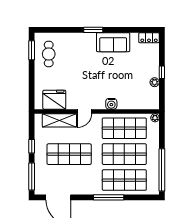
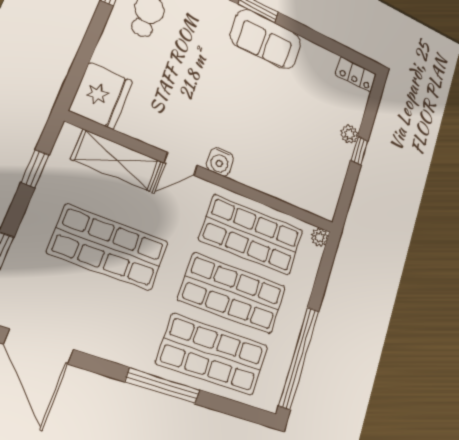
sofa: (113, 42) -> (266, 39), moved
plant: (155, 82) -> (349, 134), moved
fridge: (54, 100) -> (101, 96), moved, turned 90
water cooler: (111, 104) -> (220, 162), moved
window: (32, 146) -> (35, 169), moved

